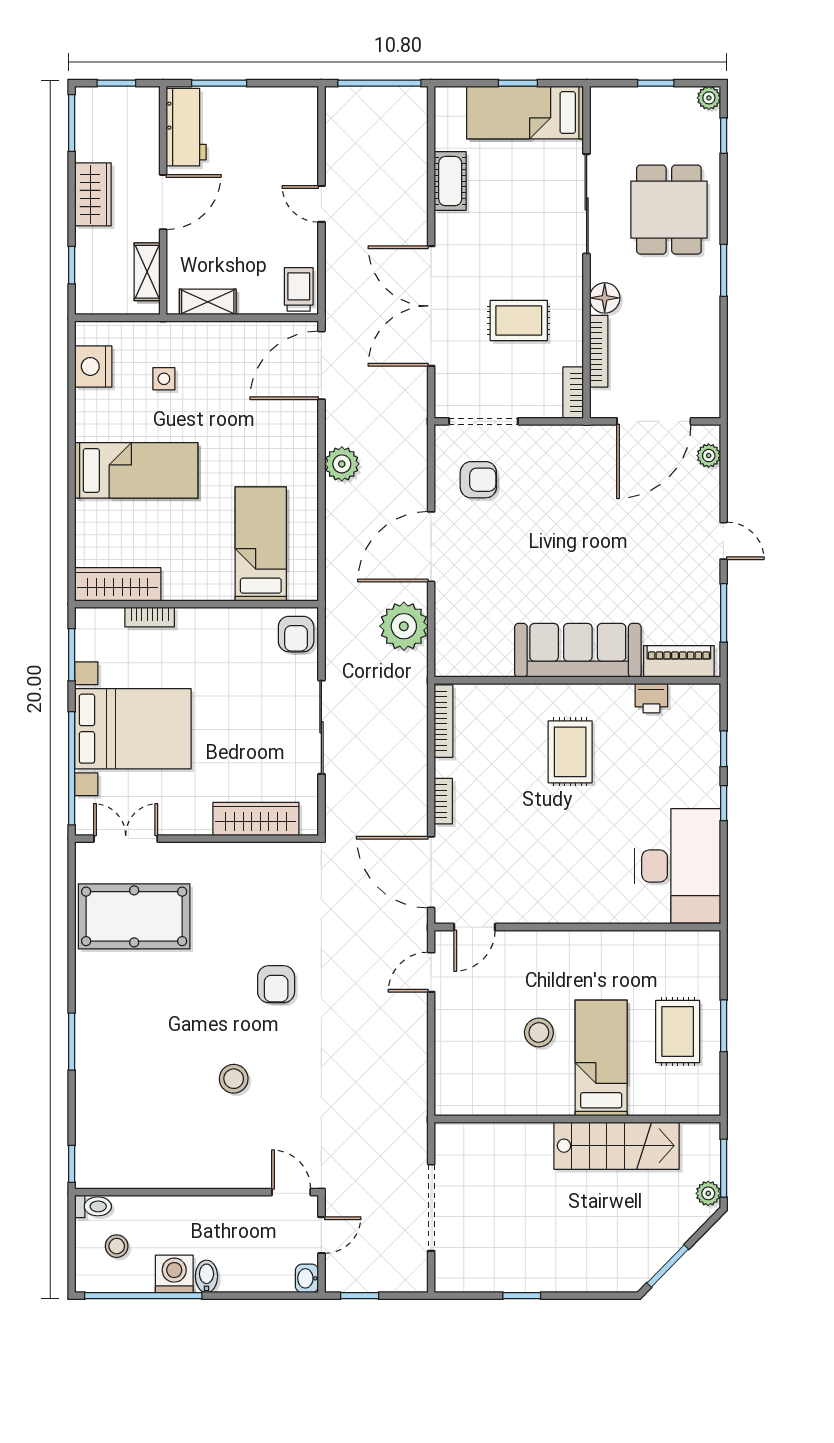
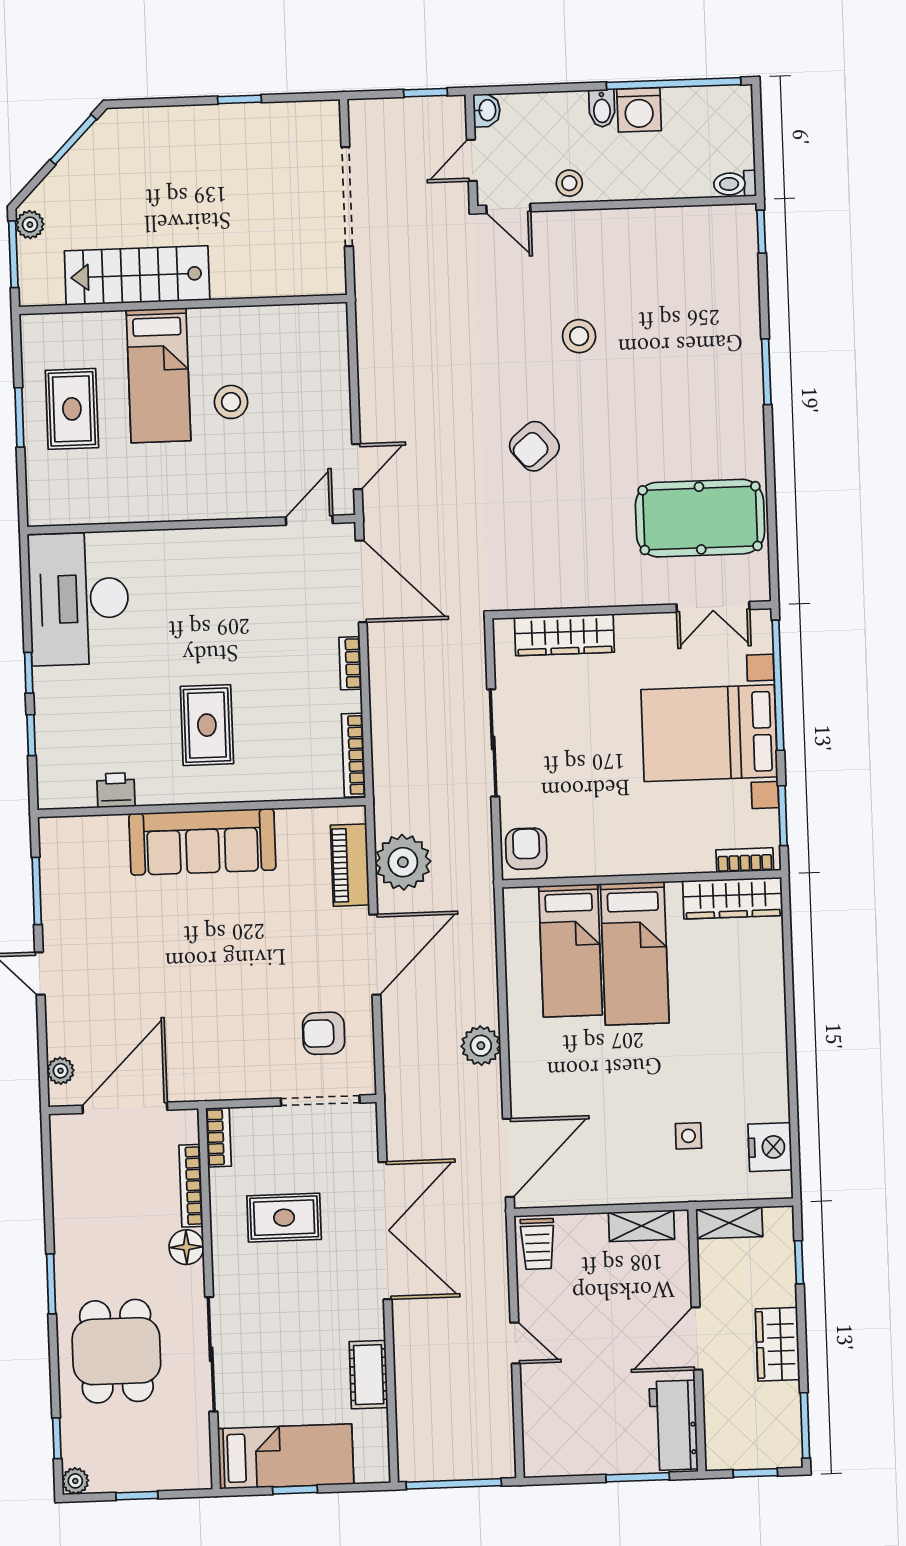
shelving: (147, 272) -> (729, 1223), moved, turned 90
bed: (136, 470) -> (635, 953), moved, turned -90
bookcase: (150, 617) -> (745, 860), moved
piano: (679, 661) -> (350, 865), moved, turned 90
armchair: (276, 984) -> (534, 446), turned -130
stool: (117, 1246) -> (569, 183), moved

